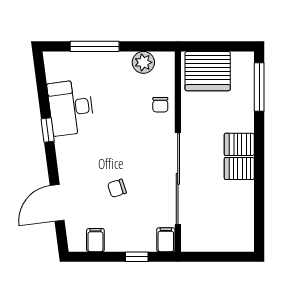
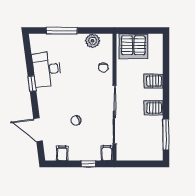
window: (259, 87) -> (166, 135), moved
server rack: (239, 144) -> (153, 81), moved
door: (57, 203) -> (38, 130), hinge flipped

